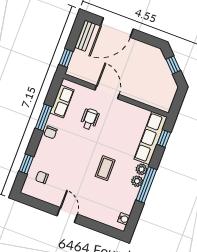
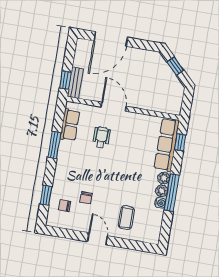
bench: (85, 36) -> (75, 83), moved
chair: (51, 132) -> (86, 198), moved
coffee table: (105, 168) -> (126, 218), moved
water cooler: (124, 219) -> (160, 203), moved

